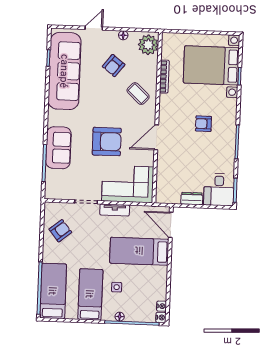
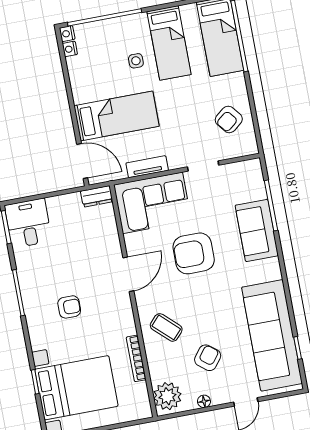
dresser: (192, 199) -> (97, 196), moved
tv unit: (115, 210) -> (147, 167), moved
floor lamp: (120, 317) -> (123, 22), removed

